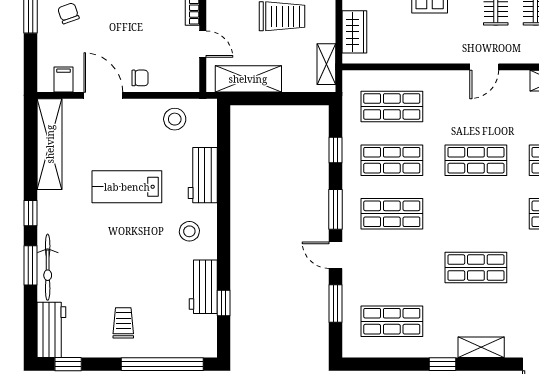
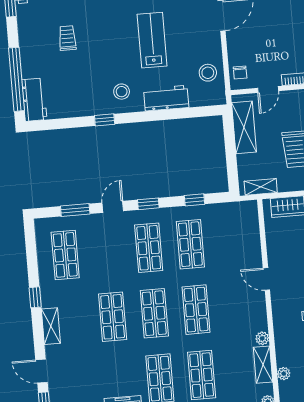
door: (484, 67) -> (266, 279), moved
chair: (140, 78) -> (240, 72), moved
plant: (520, 79) -> (262, 338), added
shop shelf: (392, 106) -> (154, 313), moved
window: (336, 209) -> (148, 204), width x0.67
workbench: (203, 287) -> (34, 100), moved, turned 90
window: (224, 303) -> (105, 120), moved
trolley: (123, 323) -> (67, 38), moved, turned -90

